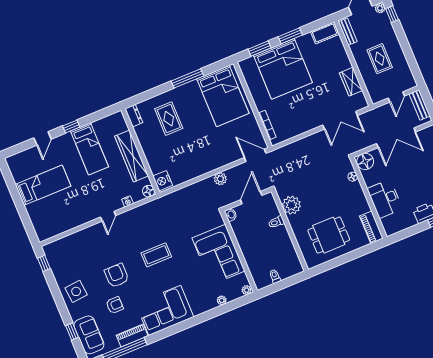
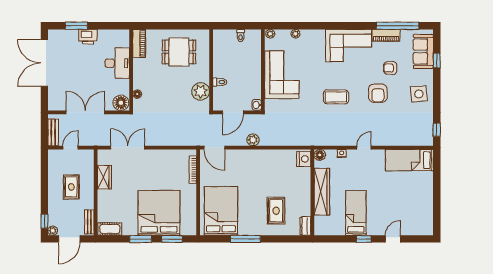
bed: (43, 185) -> (409, 160), moved

